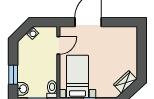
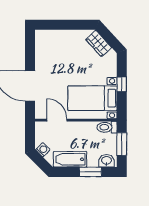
bathtub: (24, 57) -> (70, 159), added

